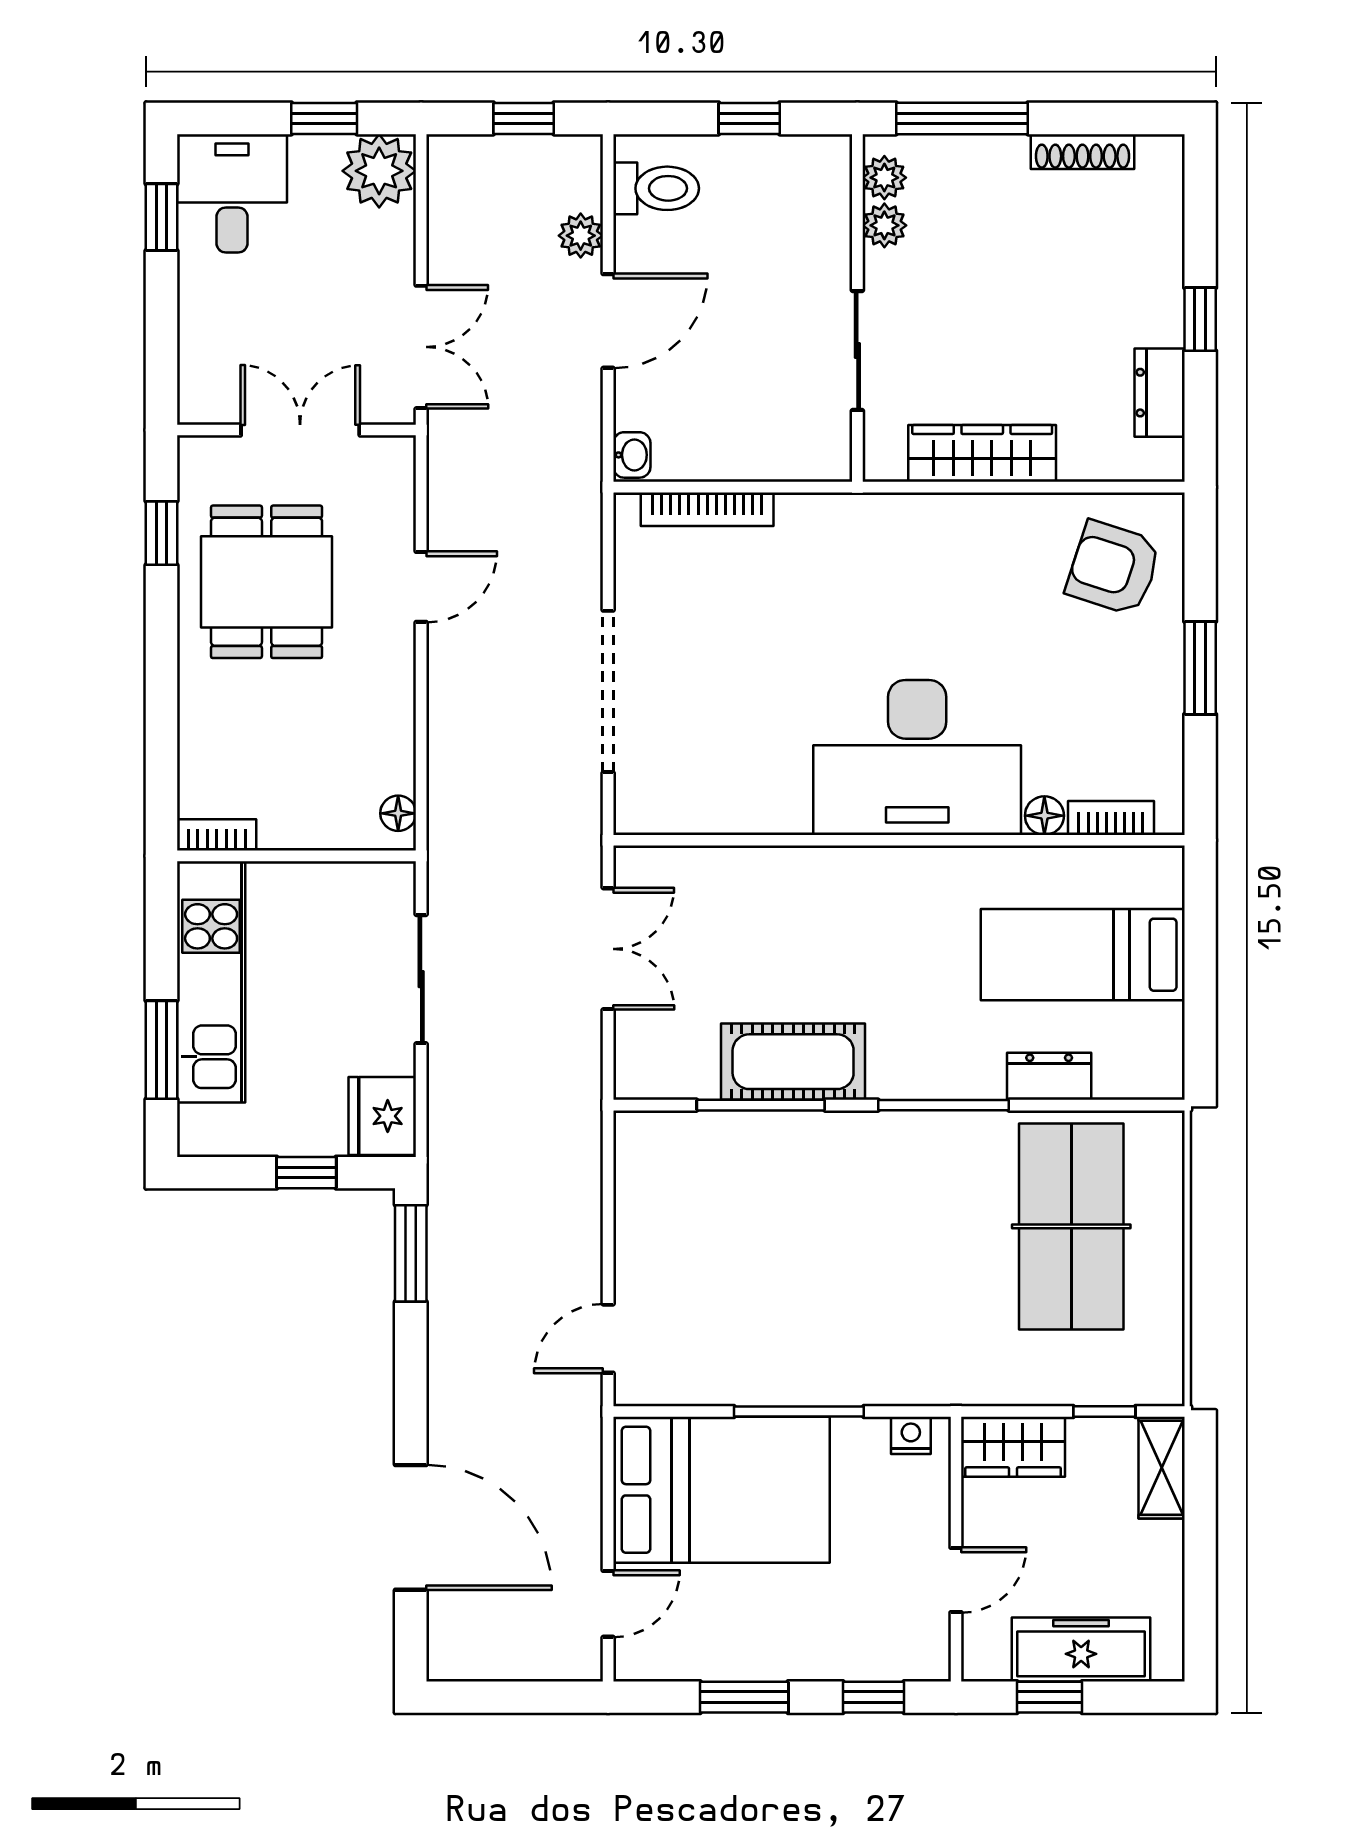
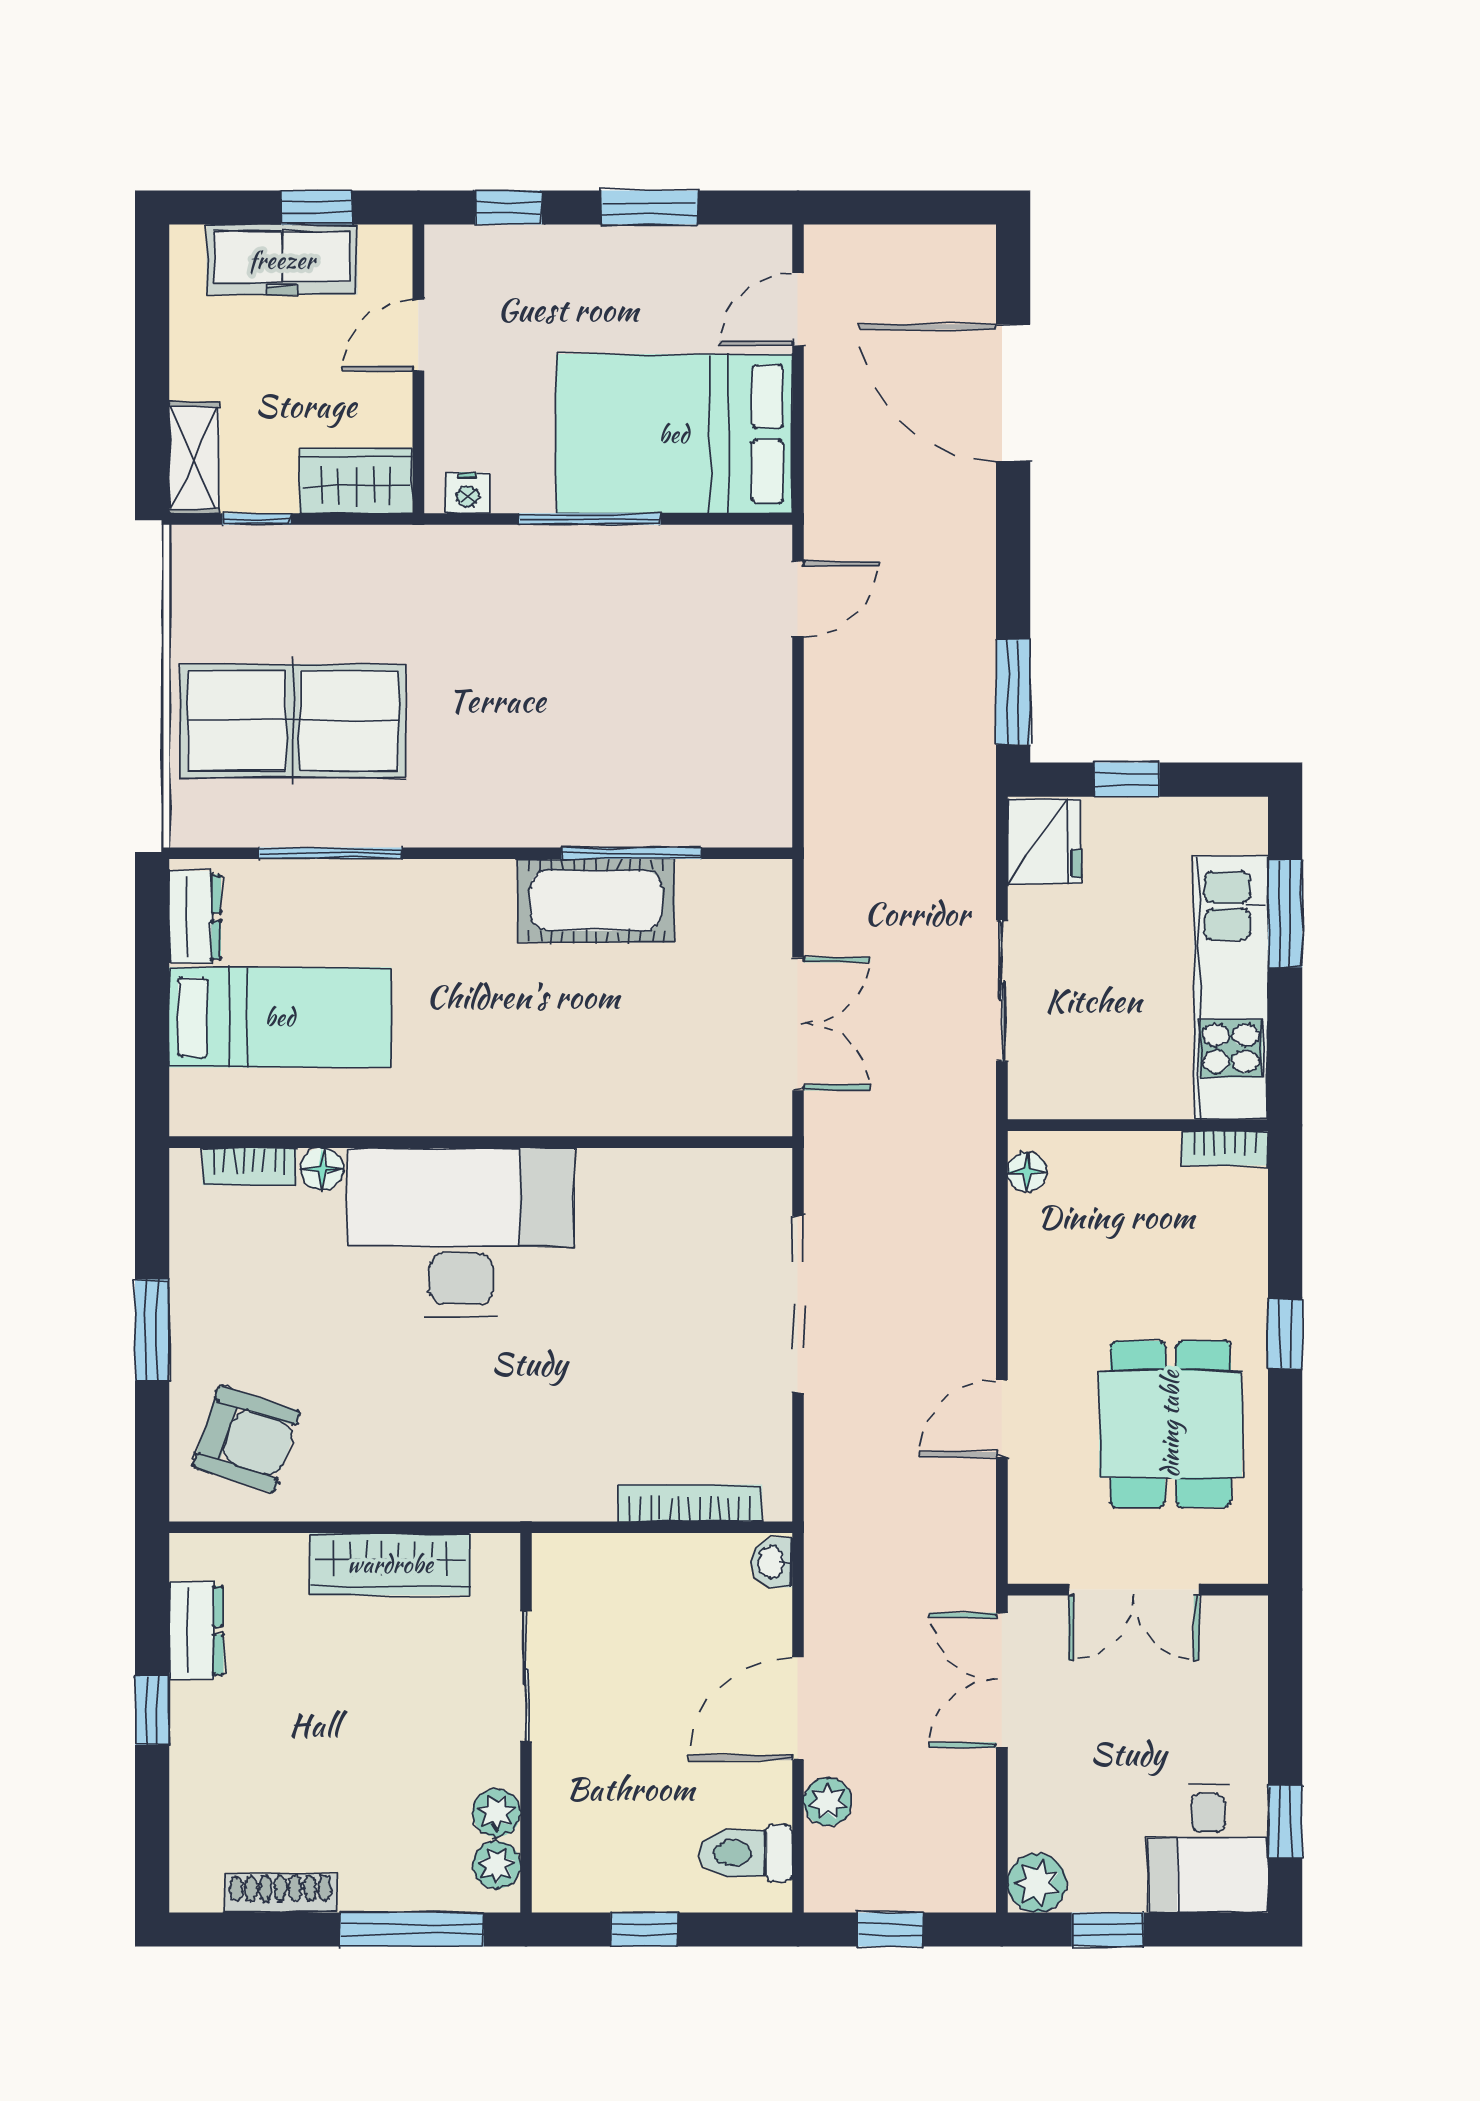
plant: (379, 171) -> (1037, 1883), width x0.73, depth x0.73
window: (161, 533) -> (1285, 1334), moved
double door: (608, 949) -> (798, 1024), swing flipped
dresser: (1049, 1076) -> (195, 917), moved, turned -90
window: (944, 1105) -> (330, 853), moved
table tennis table: (1071, 1226) -> (293, 721), turned 90

